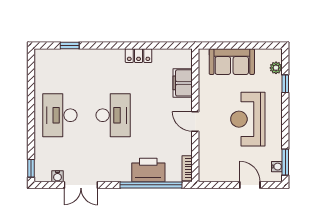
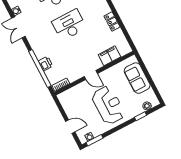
desk: (113, 115) -> (69, 25), turned 180
reception desk: (248, 119) -> (108, 105), turned 90
door: (195, 121) -> (91, 75), swing flipped
printer: (148, 170) -> (46, 63), width x0.53, depth x0.68
door: (250, 185) -> (70, 127), hinge flipped

